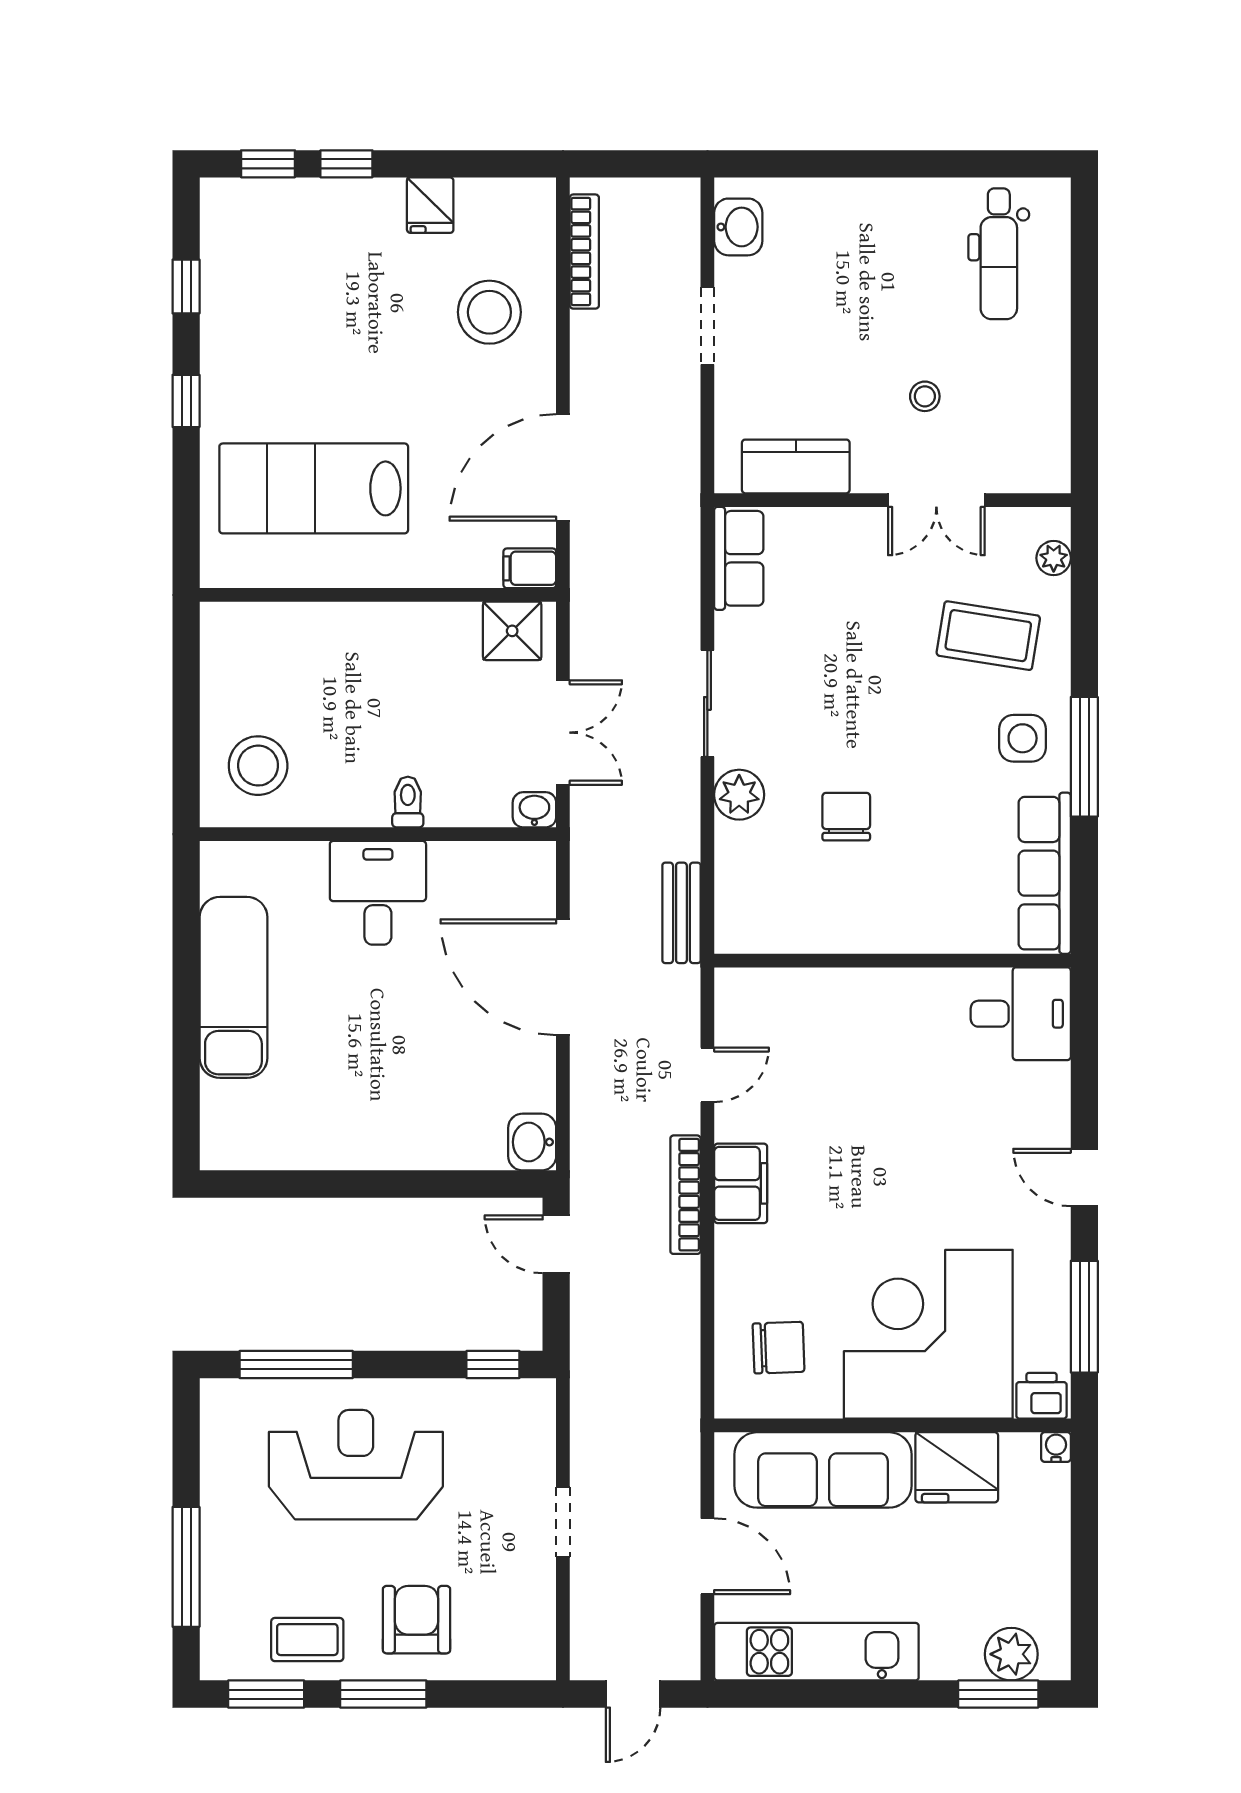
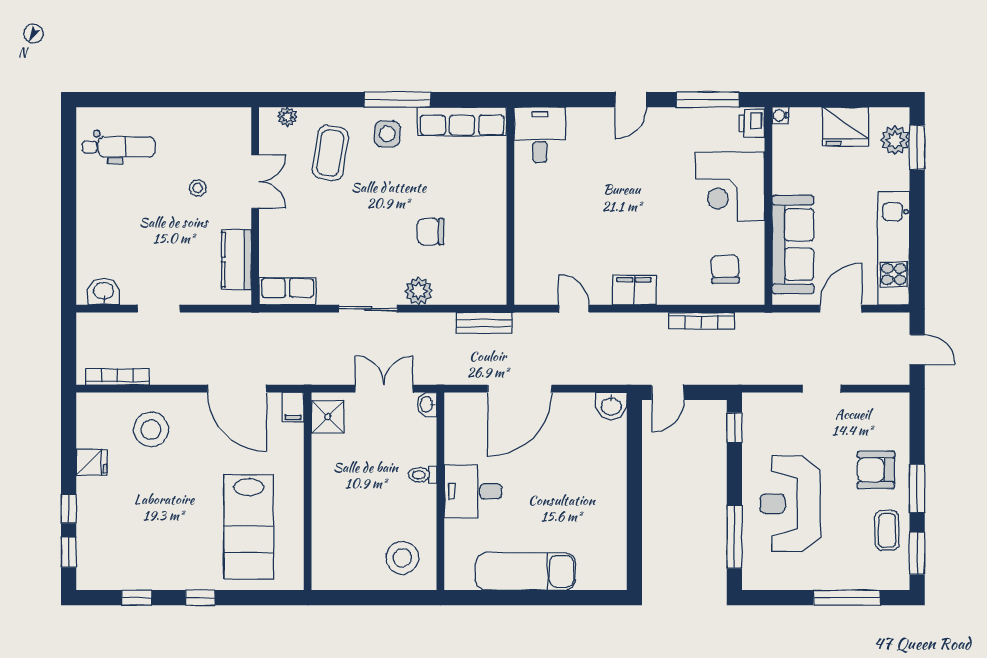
bookcase: (685, 1195) -> (702, 321), moved
corner desk: (928, 1334) -> (730, 186), width x0.74, depth x0.74
fridge: (957, 1467) -> (845, 127), moved, turned 90

